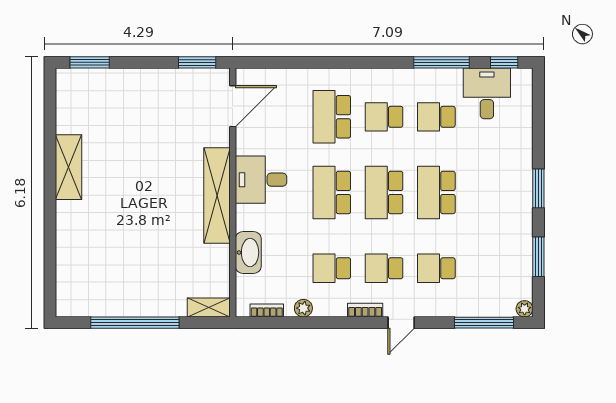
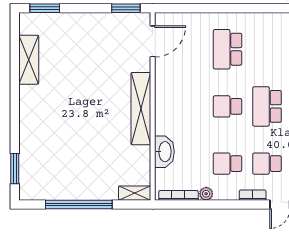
school desk: (384, 117) -> (267, 49), removed
shelving: (69, 167) -> (29, 60), moved
desk: (261, 180) -> (174, 97), removed
school desk: (332, 193) -> (228, 106), width x0.54
window: (50, 275) -> (15, 169), added
bookcase: (267, 310) -> (178, 195), width x1.56

